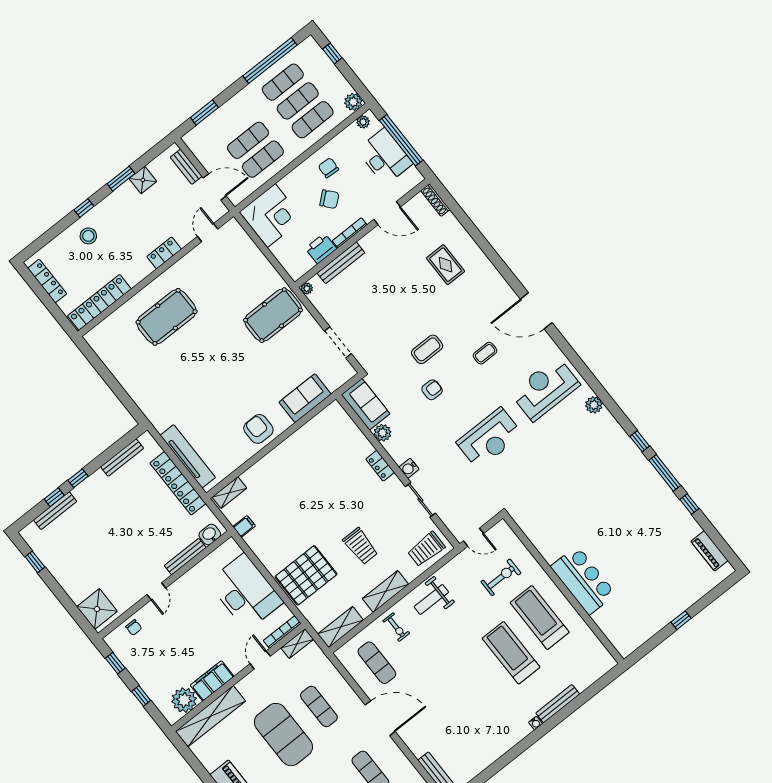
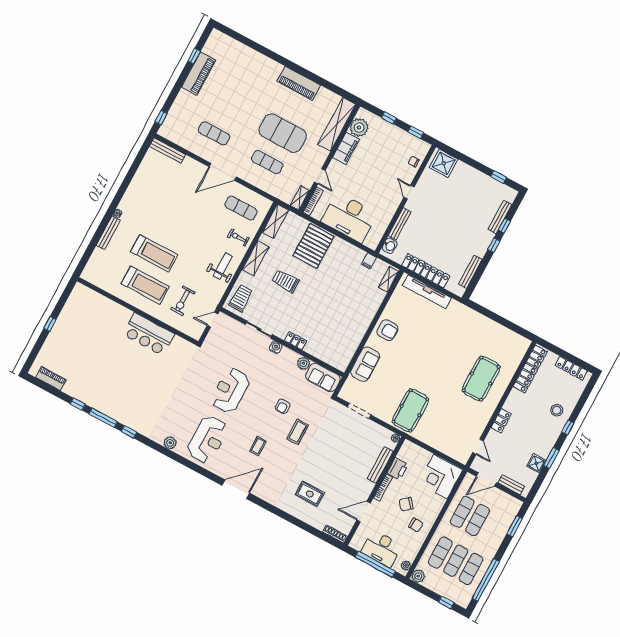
bar counter: (583, 580) -> (148, 334), moved

